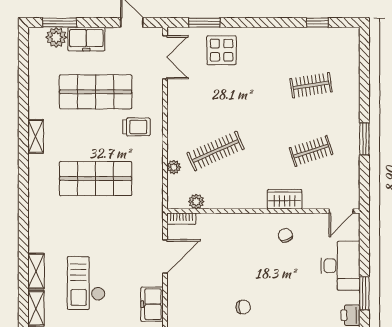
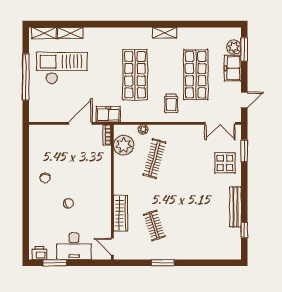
bench: (284, 35) -> (235, 207), added
clothes rail: (311, 85) -> (200, 226), removed
clothes rail: (216, 151) -> (154, 159), turned 39
wardrobe: (285, 199) -> (121, 213), width x1.50
plant: (196, 202) -> (124, 145), width x1.88, depth x1.88
chair: (285, 235) -> (68, 203), moved
door: (165, 257) -> (80, 123), swing flipped
checkout: (86, 283) -> (62, 68), width x1.36, depth x1.21
freezer: (152, 304) -> (108, 114), moved

